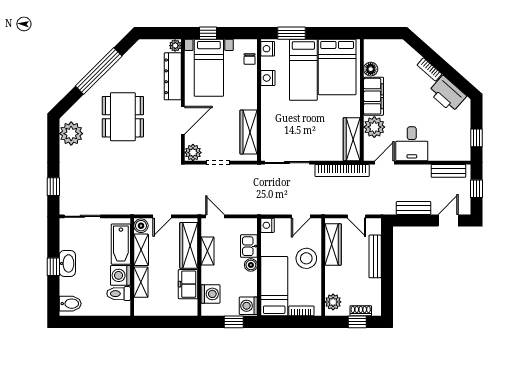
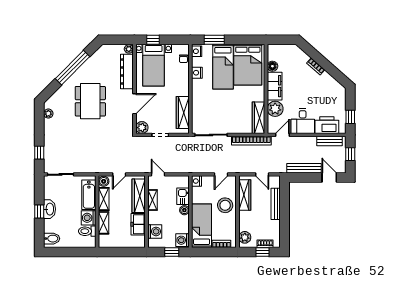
printer: (447, 94) -> (327, 125), moved, turned 138
plant: (71, 134) -> (48, 114), width x0.53, depth x0.53
bench: (414, 208) -> (304, 168), width x1.36
door: (448, 220) -> (329, 177), hinge flipped

